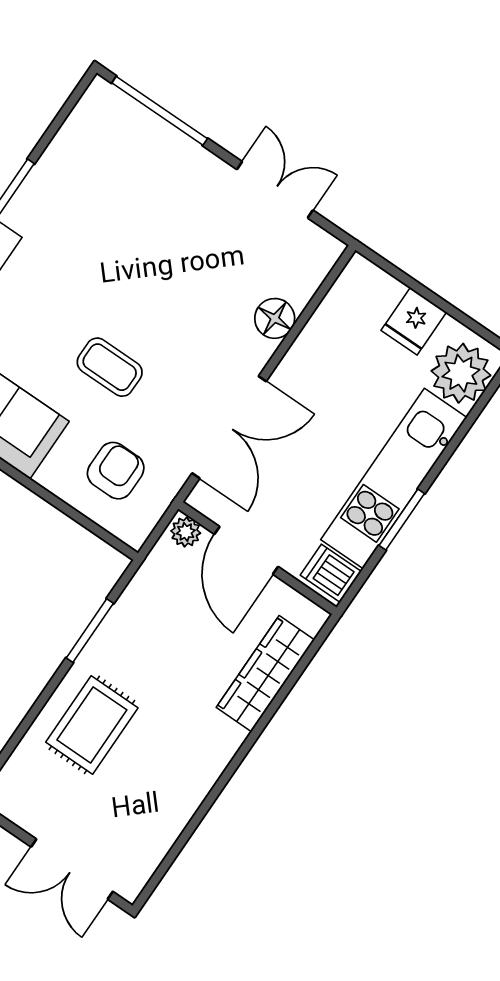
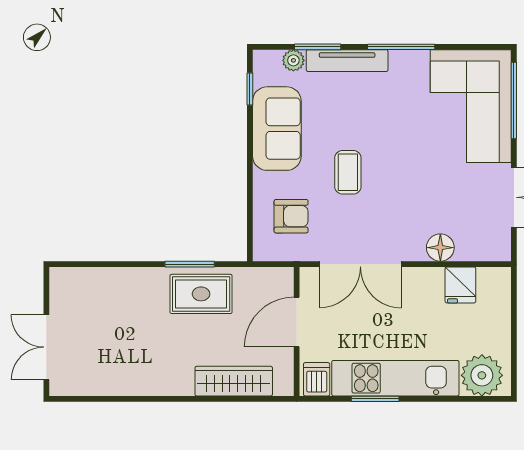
corner sofa: (131, 167) -> (471, 106), added
fridge: (414, 321) -> (460, 285), moved, turned -90
plant: (186, 532) -> (283, 280), removed
rug: (92, 725) -> (201, 294), moved

